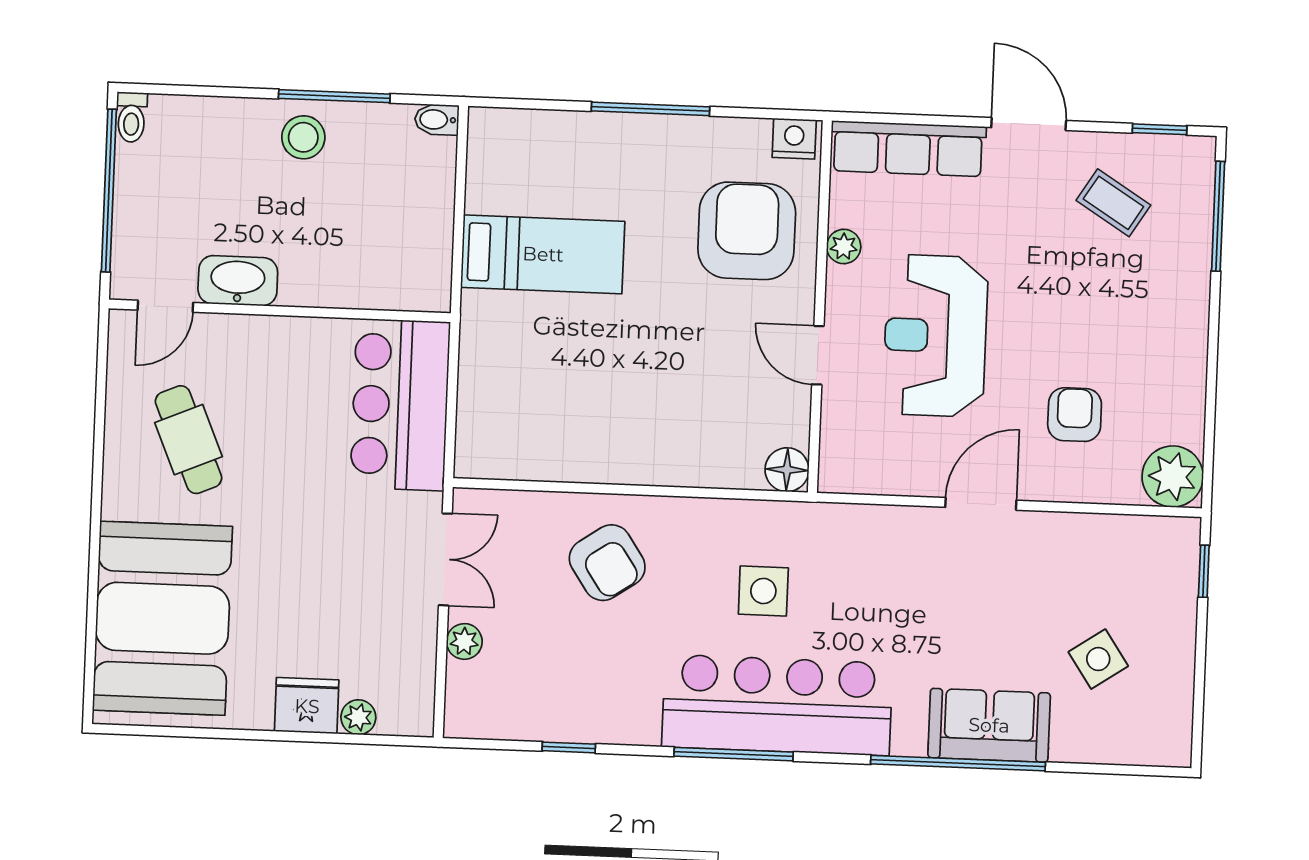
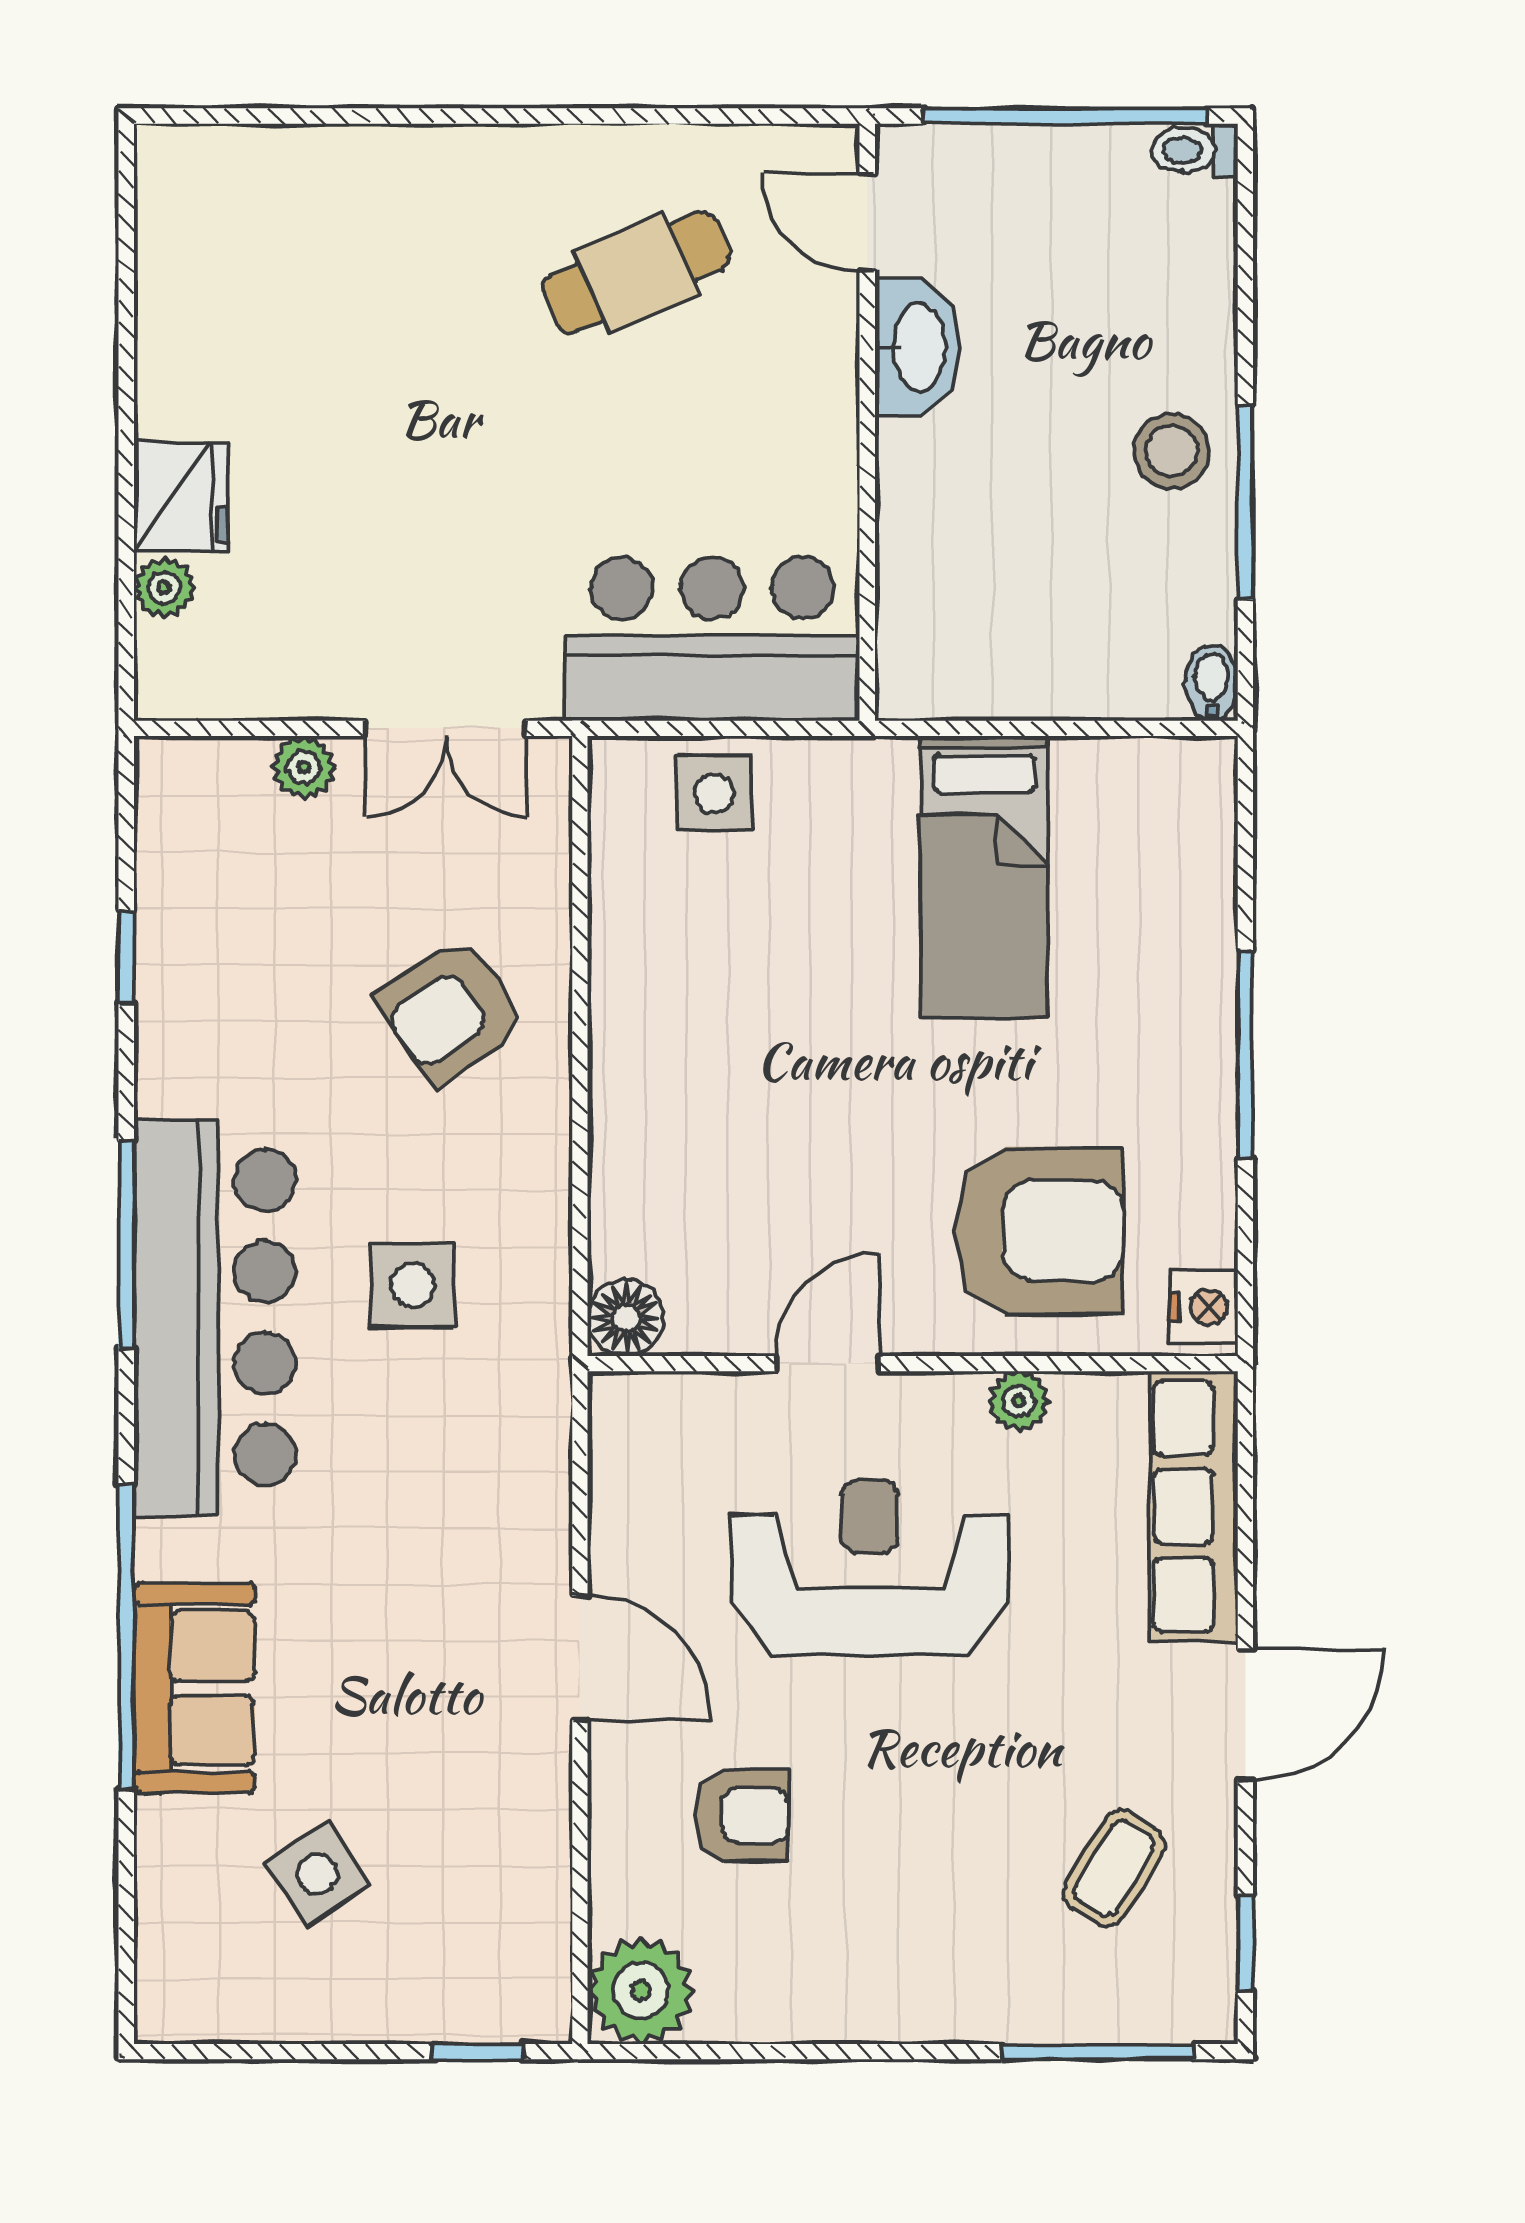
side table: (489, 407) -> (714, 793), added
booth: (162, 618) -> (323, 239), removed

